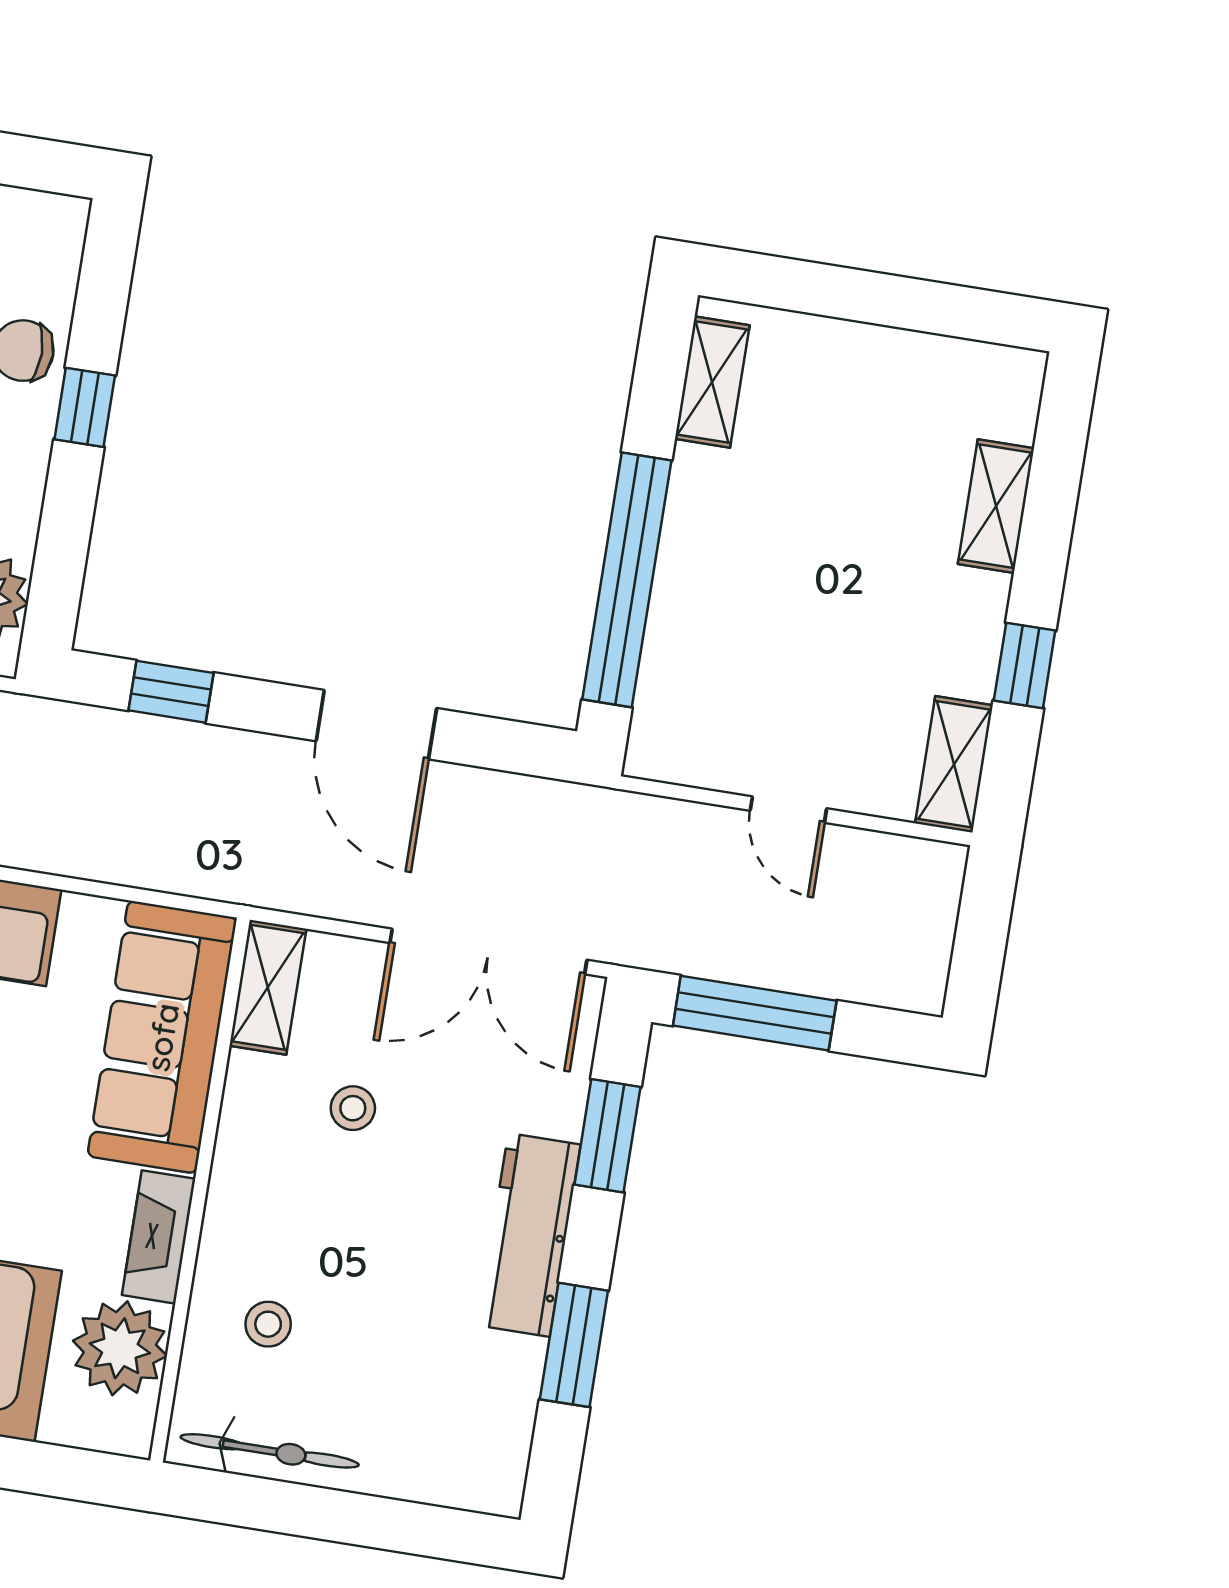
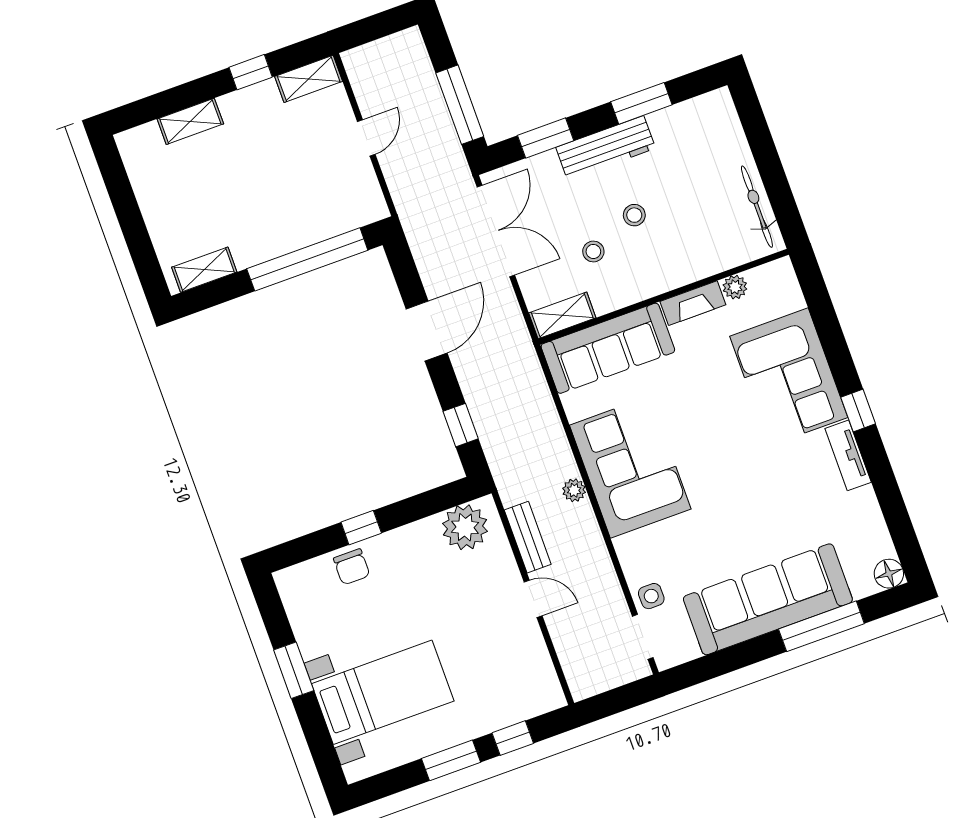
stool: (268, 1324) -> (634, 215), moved
plant: (120, 1348) -> (735, 287), width x0.53, depth x0.53

